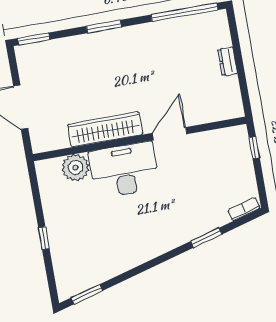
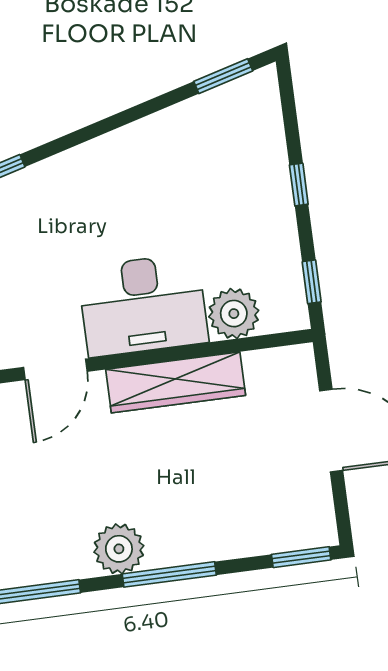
window: (104, 26) -> (169, 574), width x1.44
plant: (132, 39) -> (119, 549), added
window: (35, 186) -> (312, 282), added

